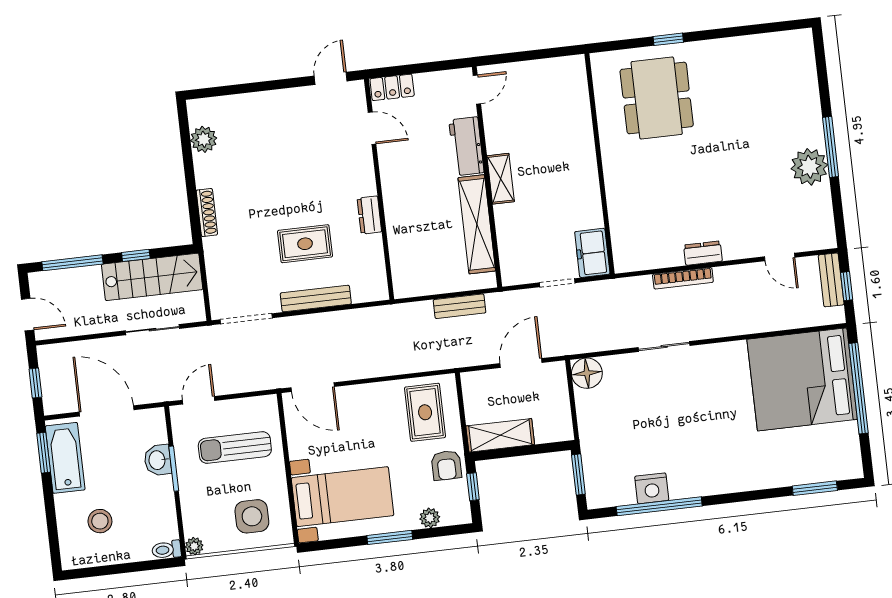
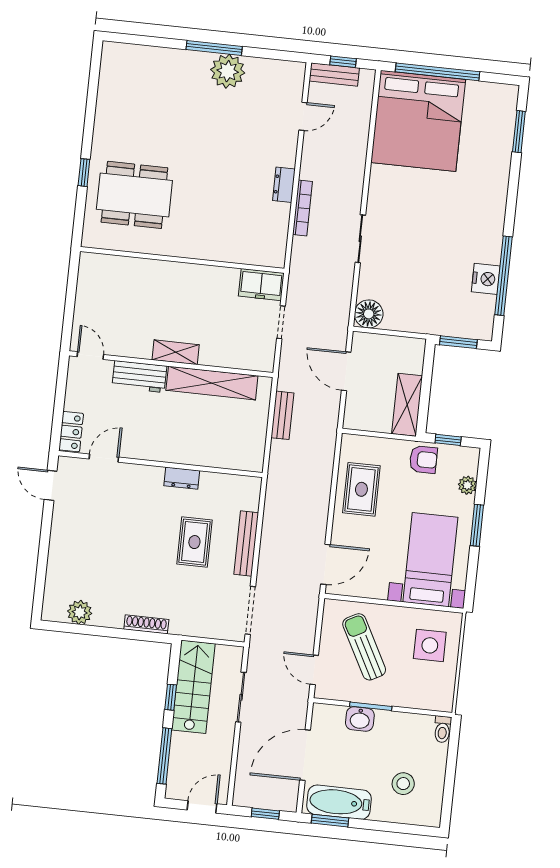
rug: (425, 412) -> (361, 489), moved, turned 90
sun lounger: (235, 447) -> (364, 647), turned 152
plant: (194, 546) -> (445, 704), removed

